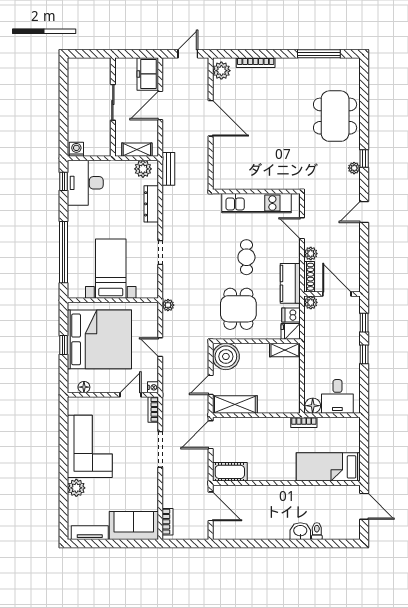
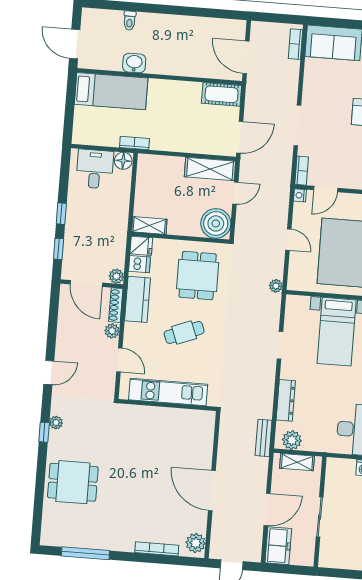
dining table: (335, 116) -> (73, 482), width x0.73
cafe table: (246, 257) -> (184, 332), turned 69
washbasin: (300, 531) -> (134, 63), moved, turned 180

